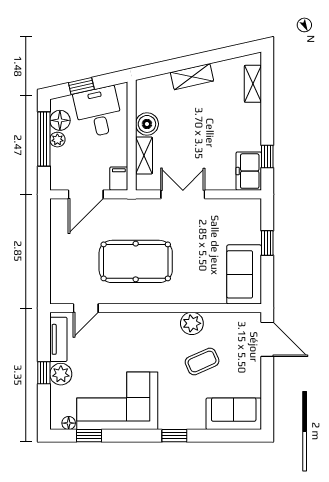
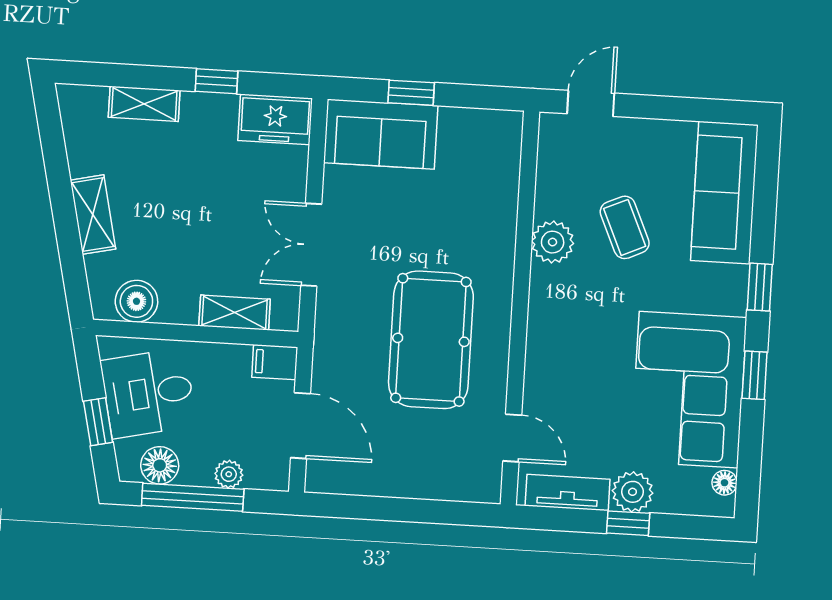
shelving: (253, 84) -> (144, 104), moved
boiler: (147, 124) -> (136, 301), moved
plant: (57, 140) -> (229, 474), moved
window: (267, 157) -> (217, 81), moved
sofa: (244, 274) -> (381, 134), moved
door: (267, 339) -> (591, 103), width x0.73
sofa: (234, 414) -> (724, 193), width x1.36
window: (89, 436) -> (755, 375), moved

